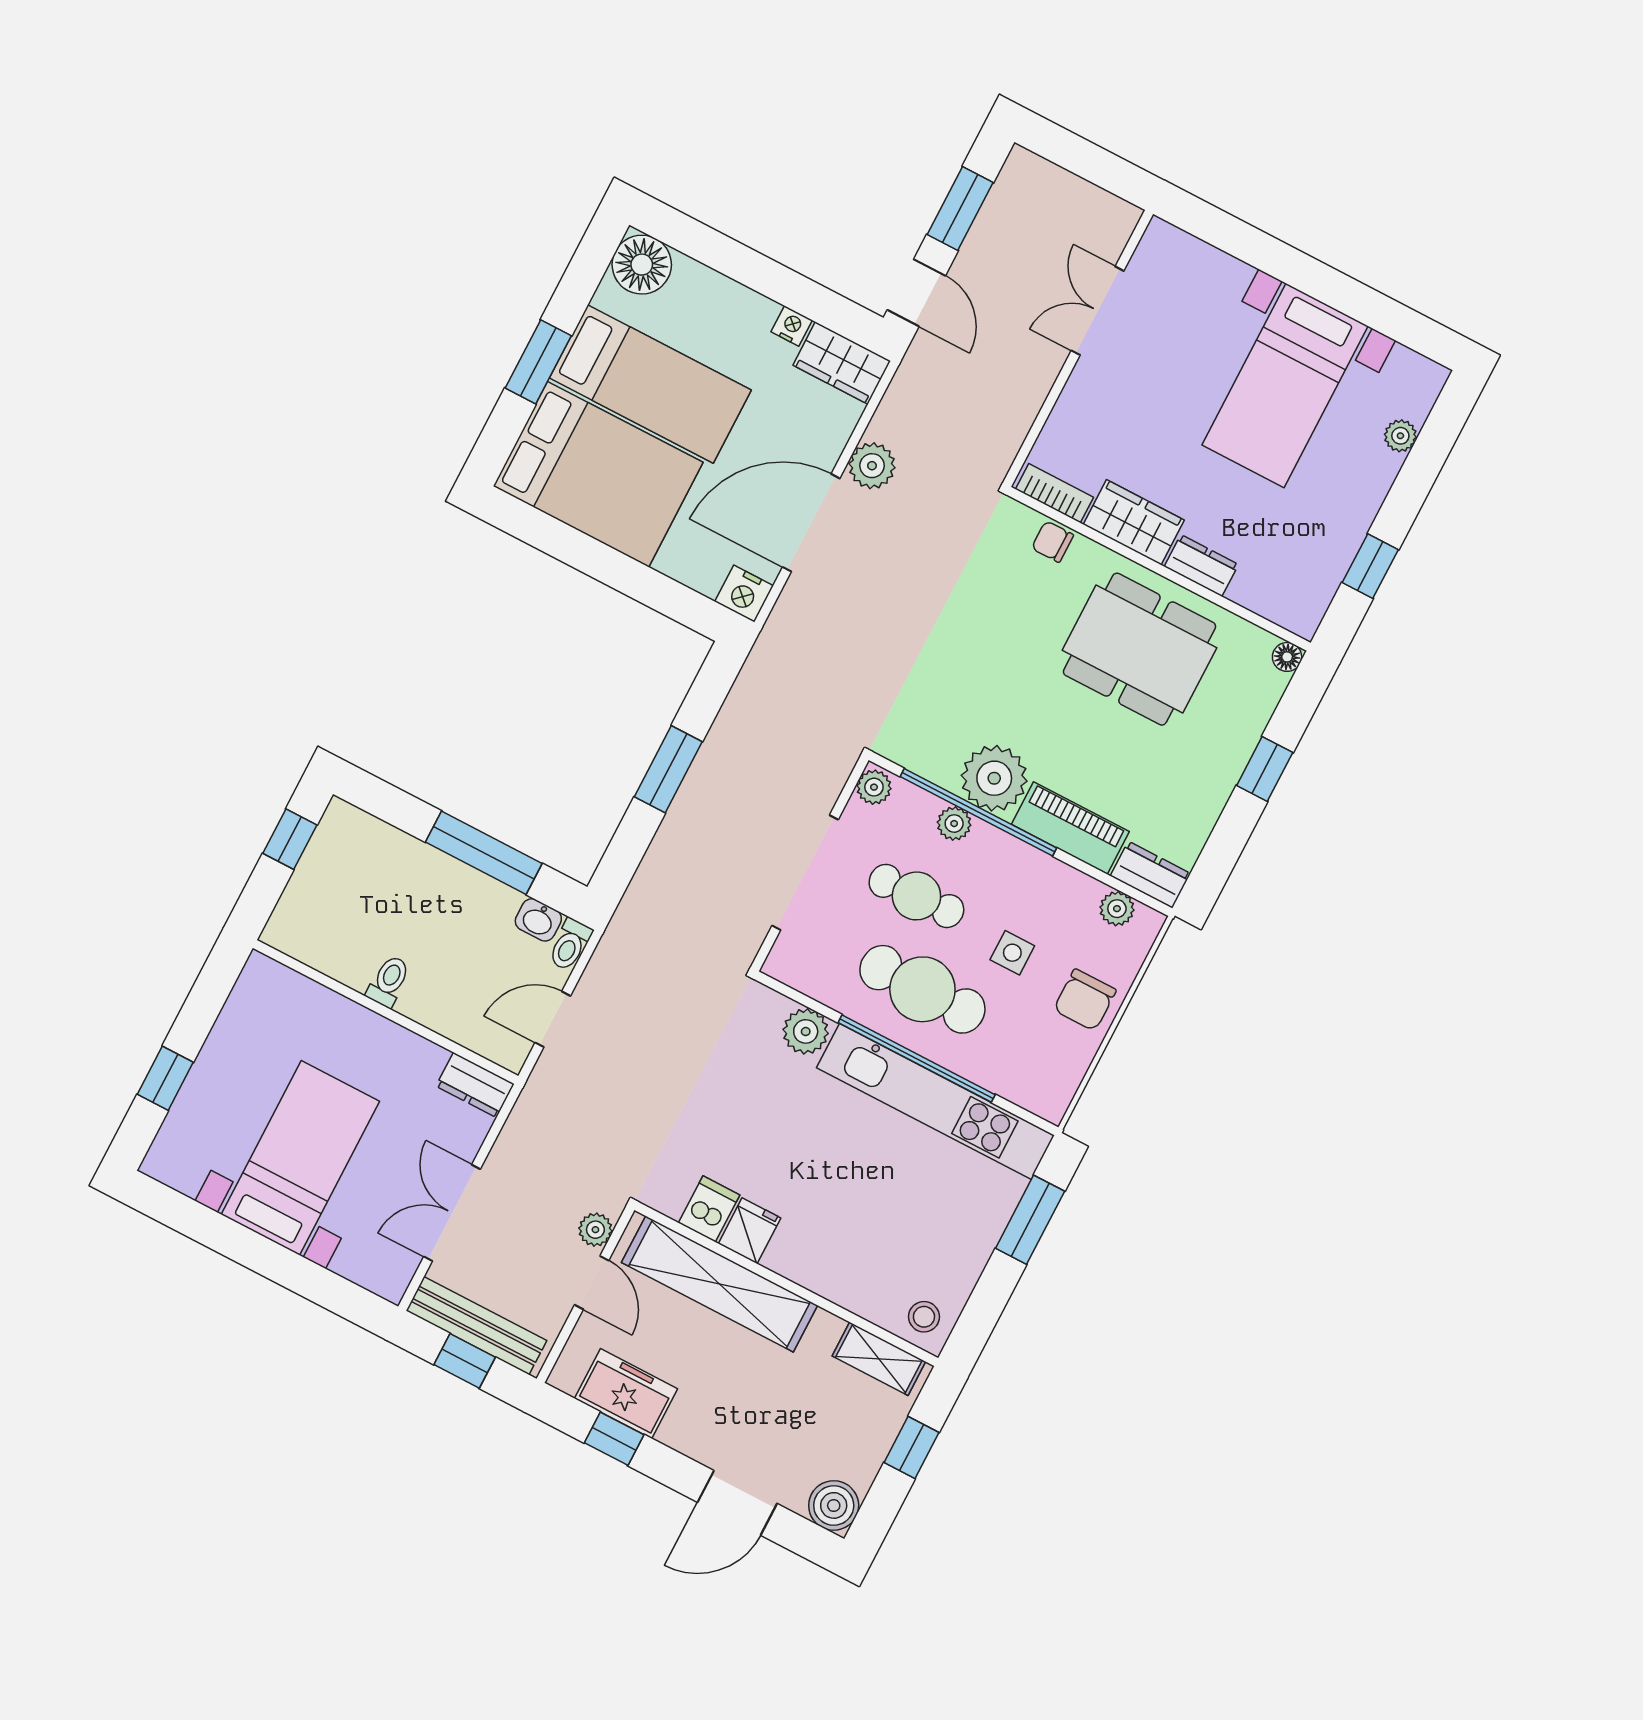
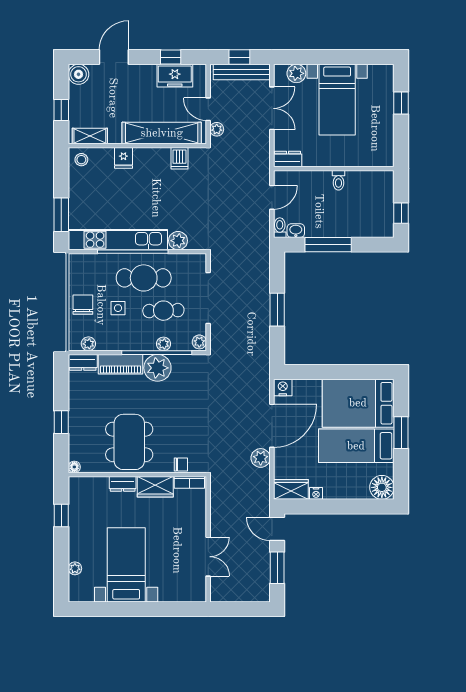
dining table: (1139, 649) -> (129, 442), turned 90
fridge: (750, 1231) -> (123, 158), moved
plant: (359, 1261) -> (296, 73), added

